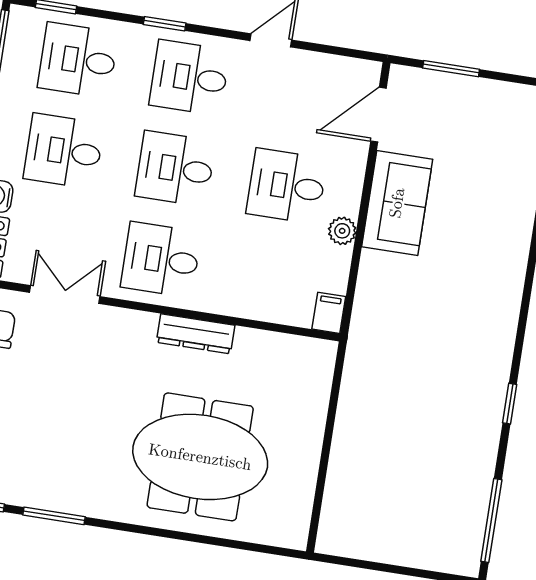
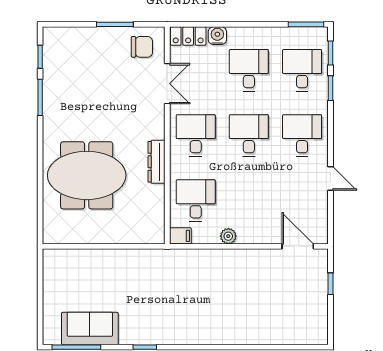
window: (165, 24) -> (330, 88), moved
window: (451, 69) -> (330, 284), width x0.67
desk: (287, 186) -> (196, 201), moved
sofa: (397, 203) -> (90, 329), moved, turned 180
meeting table: (200, 457) -> (87, 175), turned 90

